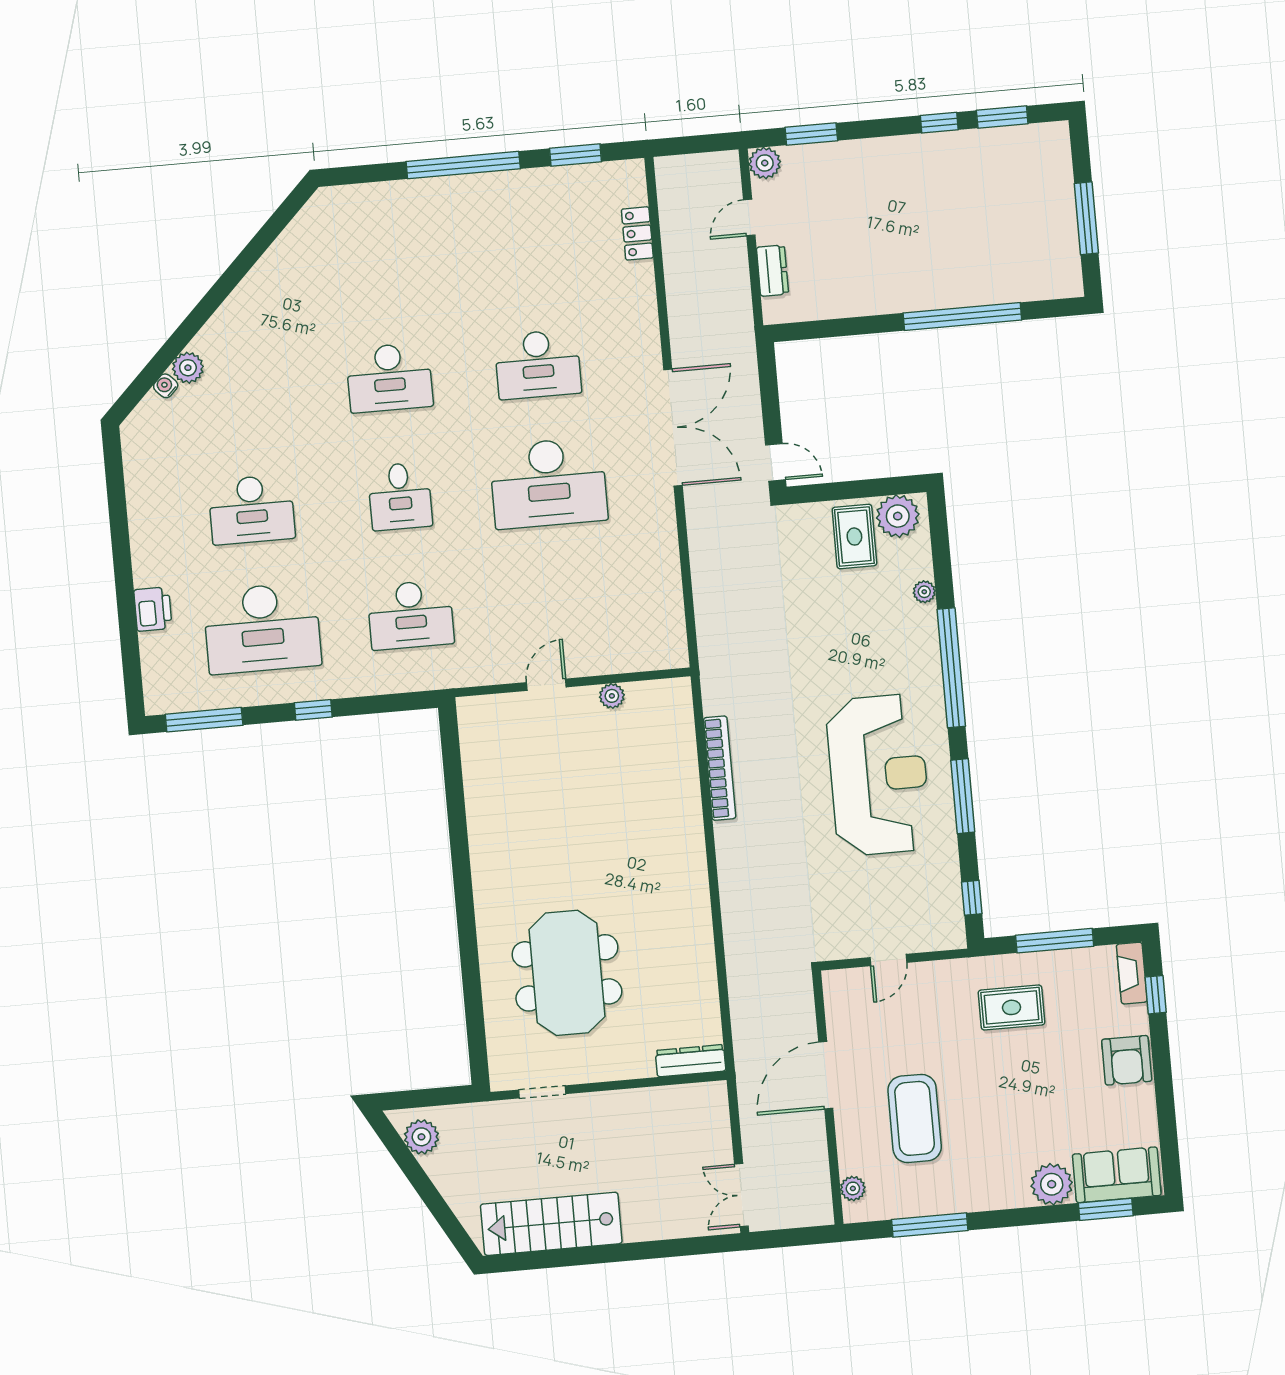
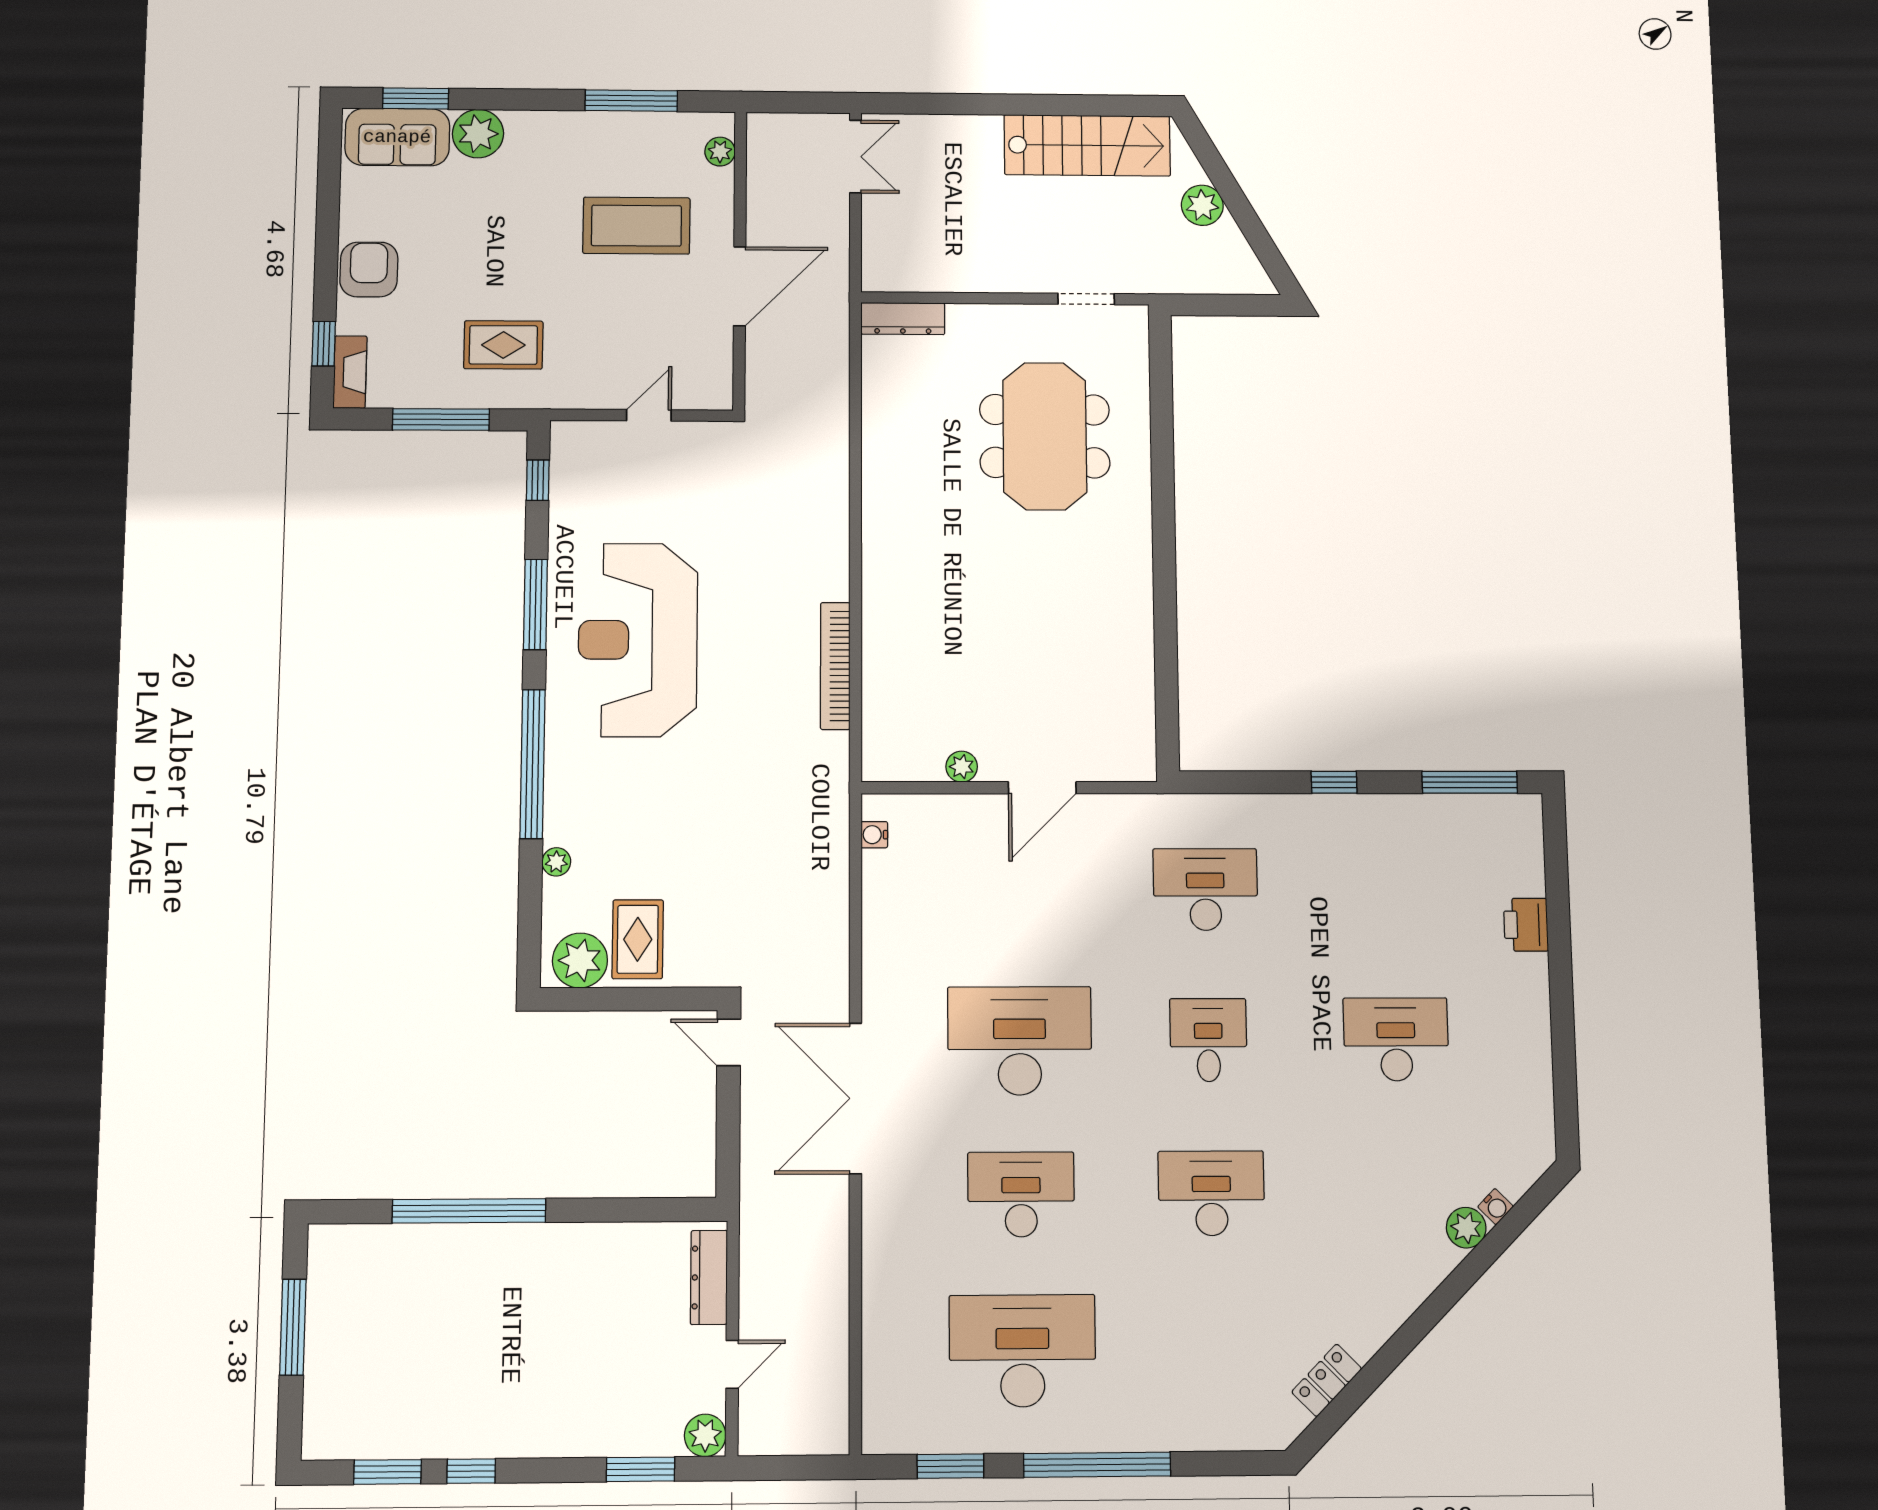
locker: (637, 233) -> (1327, 1380), moved, turned -135
dresser: (772, 271) -> (709, 1277), width x1.44
desk: (262, 628) -> (1022, 1351), moved
water cooler: (676, 635) -> (874, 835), added
door: (546, 685) -> (1042, 788), width x1.38
coffee table: (915, 1118) -> (636, 226), turned 90
plant: (421, 1137) -> (1202, 205), moved

